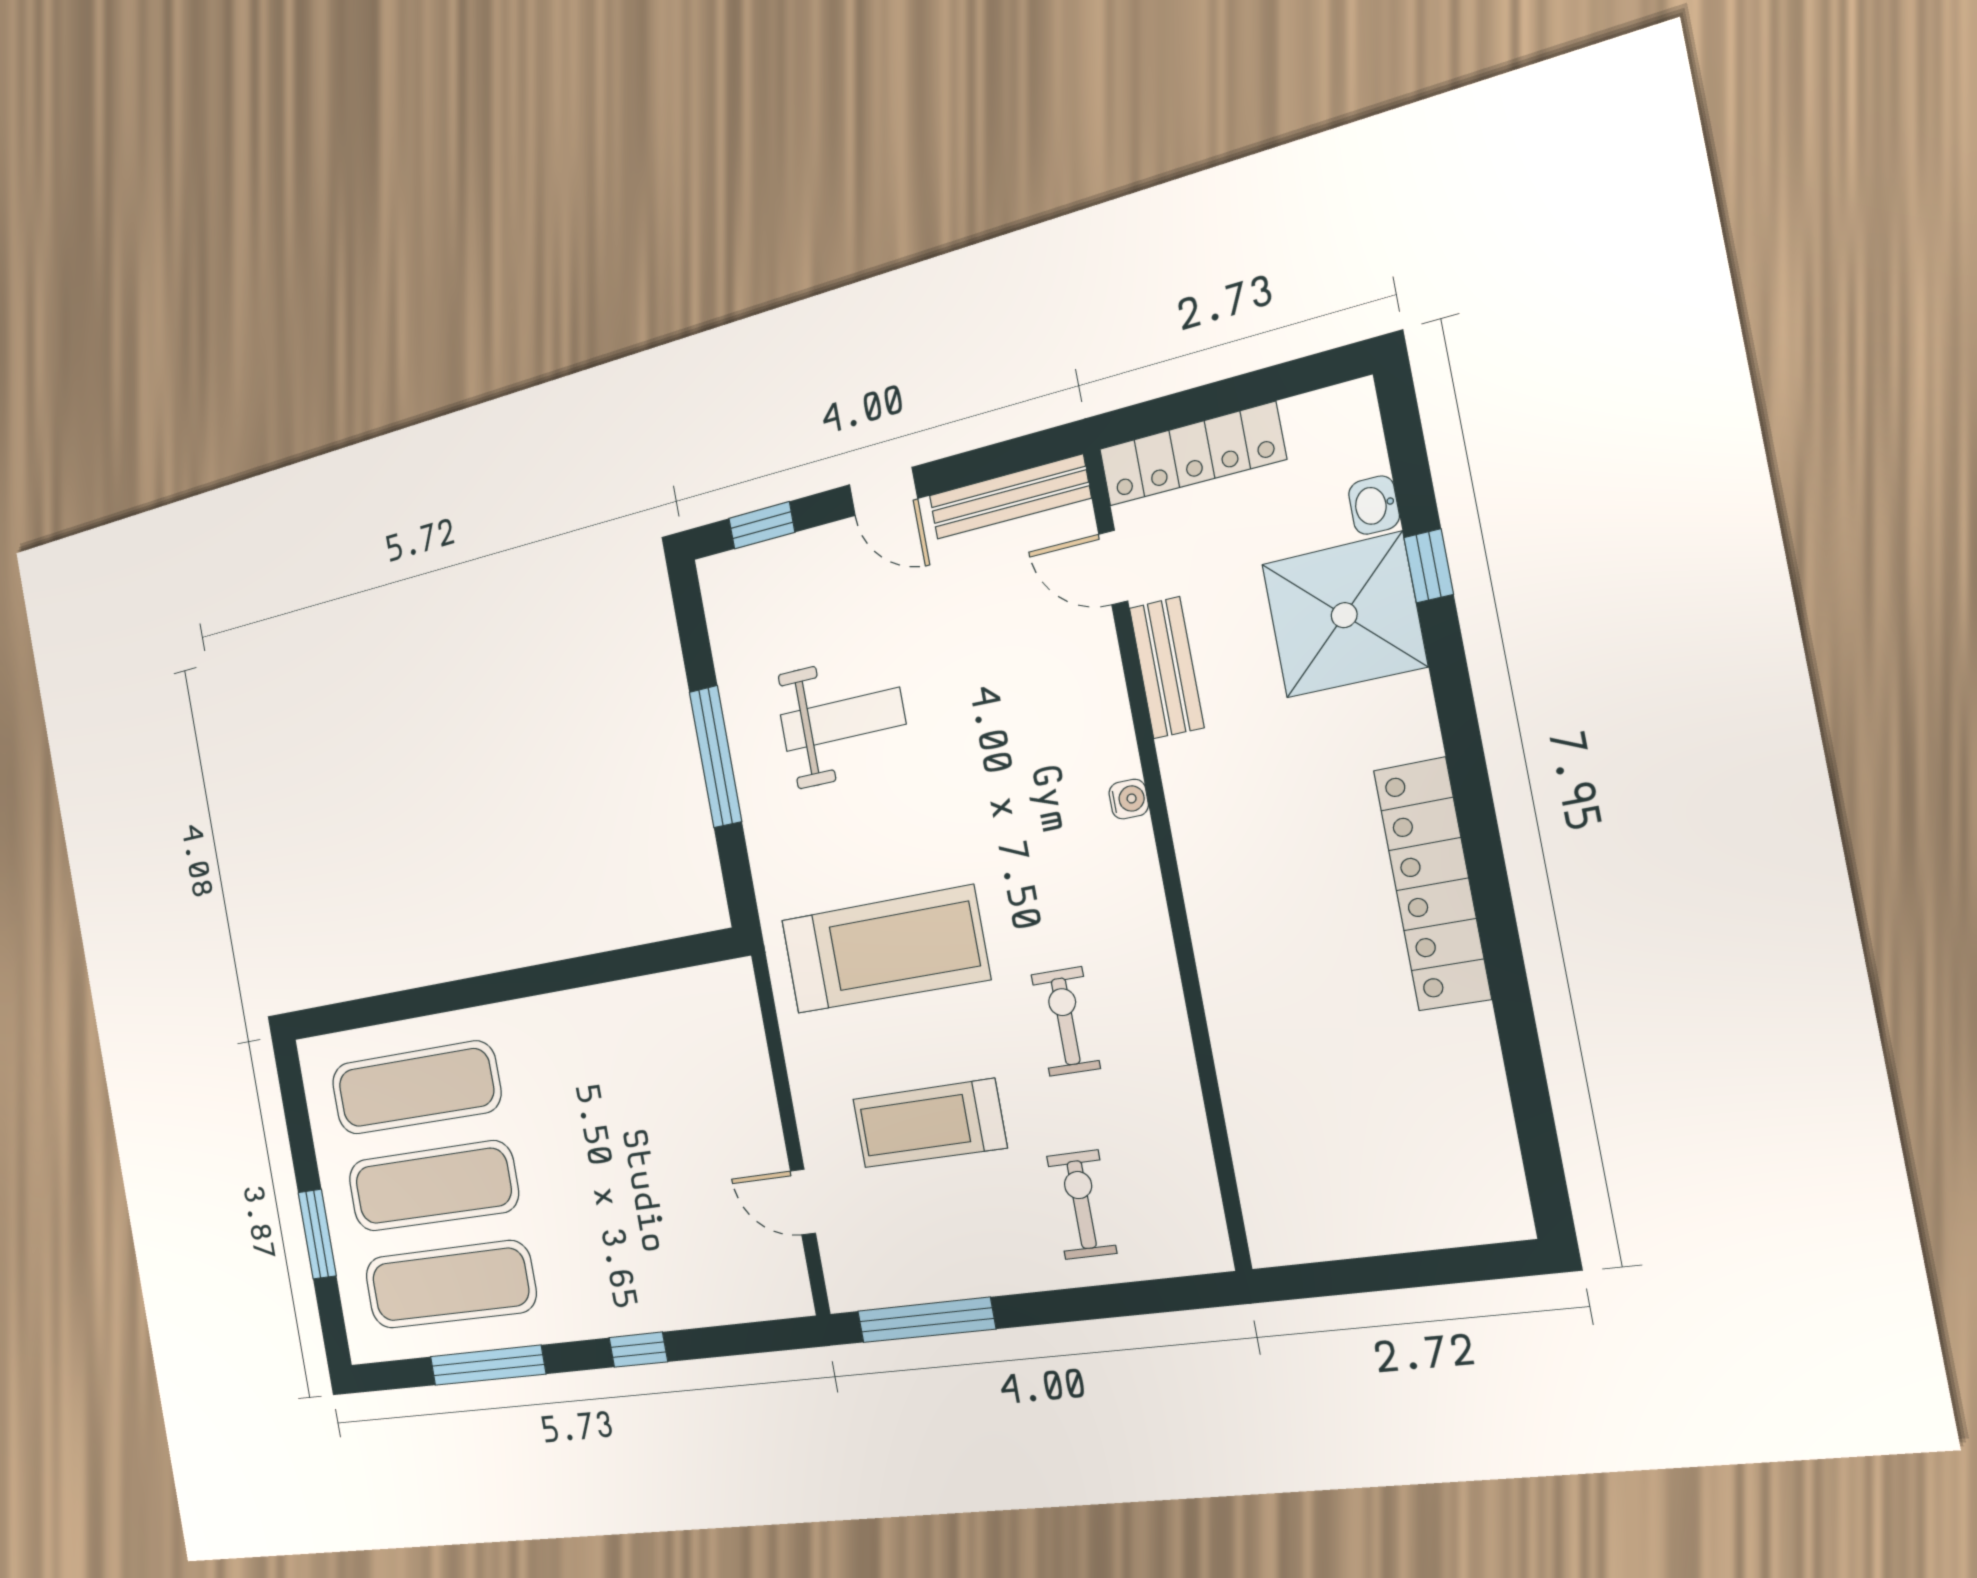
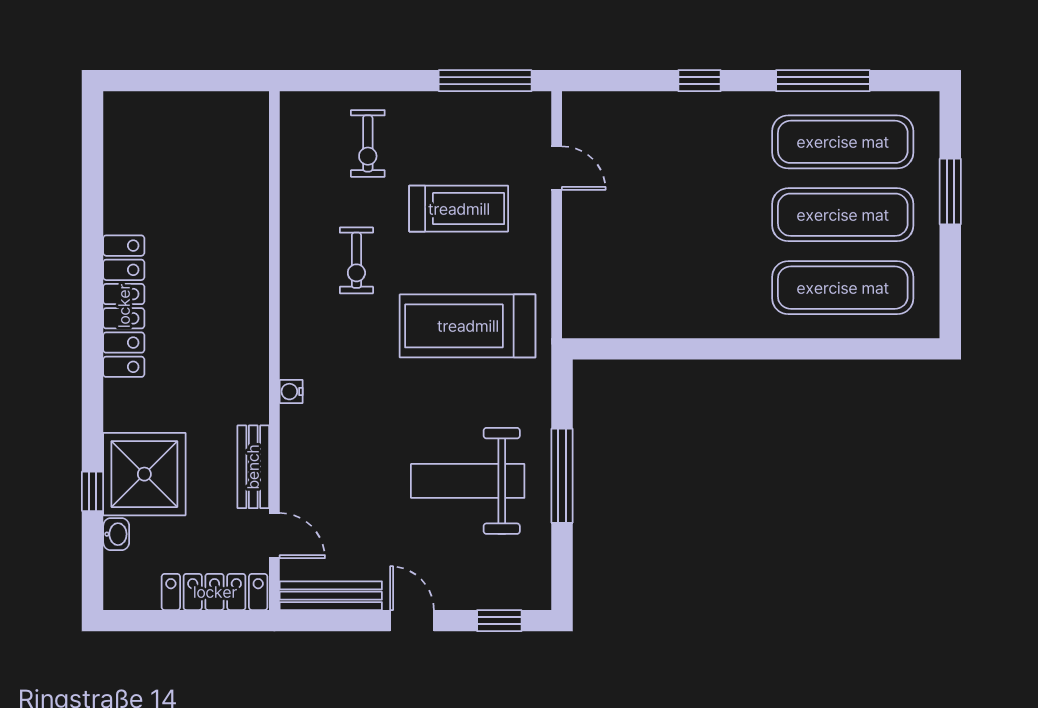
weight bench: (843, 720) -> (468, 481), width x1.36, depth x1.33

